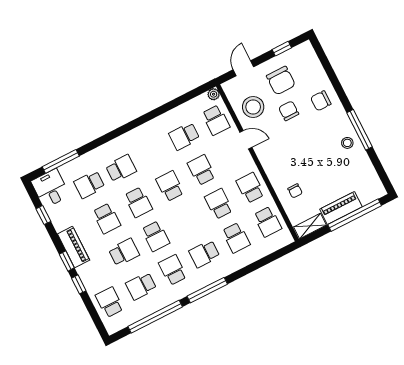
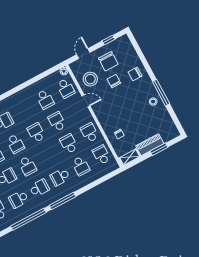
school desk: (184, 136) -> (45, 99), turned -90
window: (355, 215) -> (159, 149), width x0.47
school desk: (268, 222) -> (101, 155), turned 180
school desk: (173, 270) -> (39, 188), turned 90

